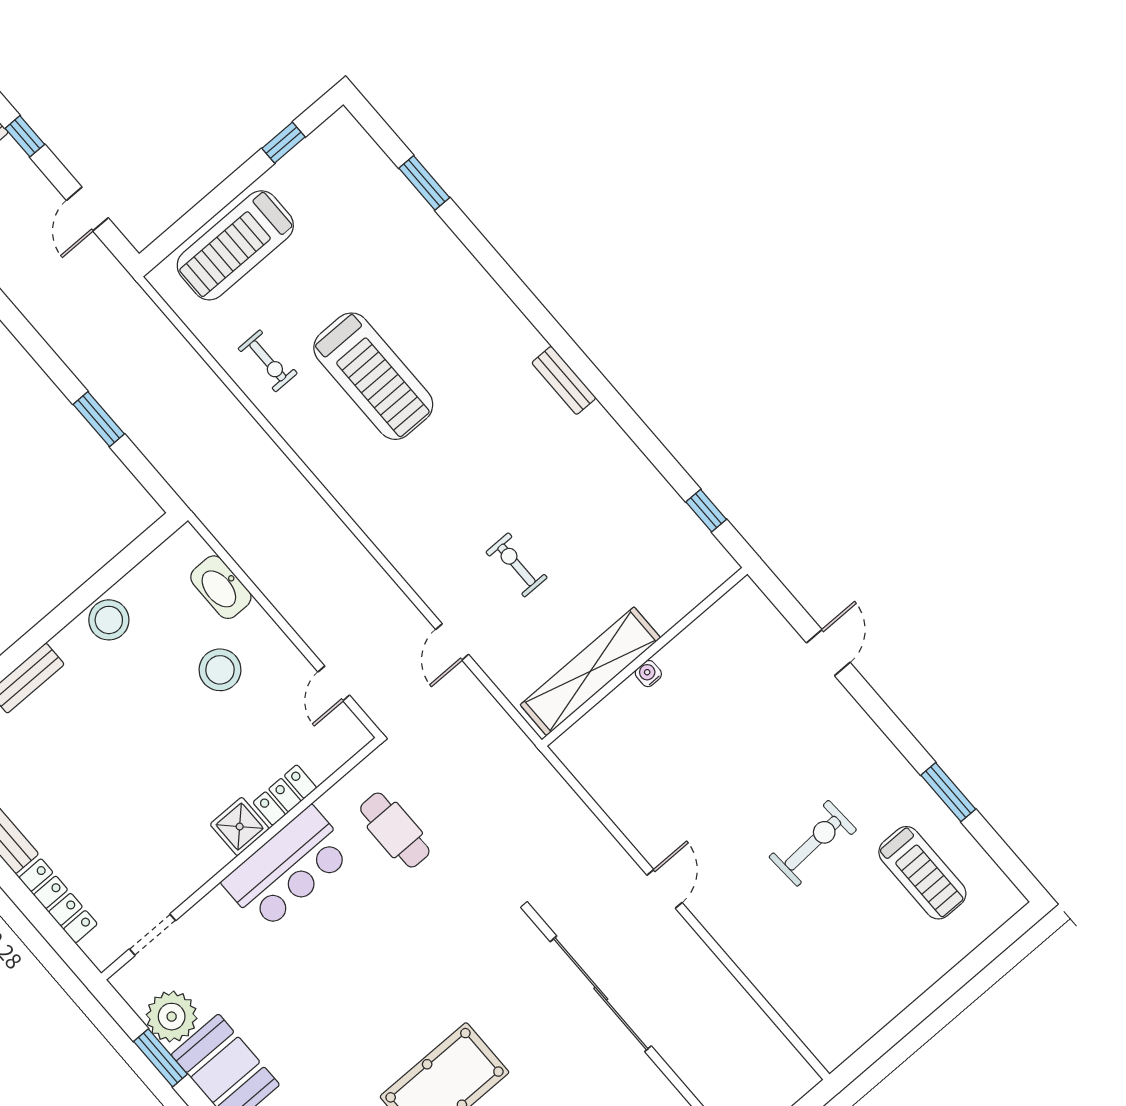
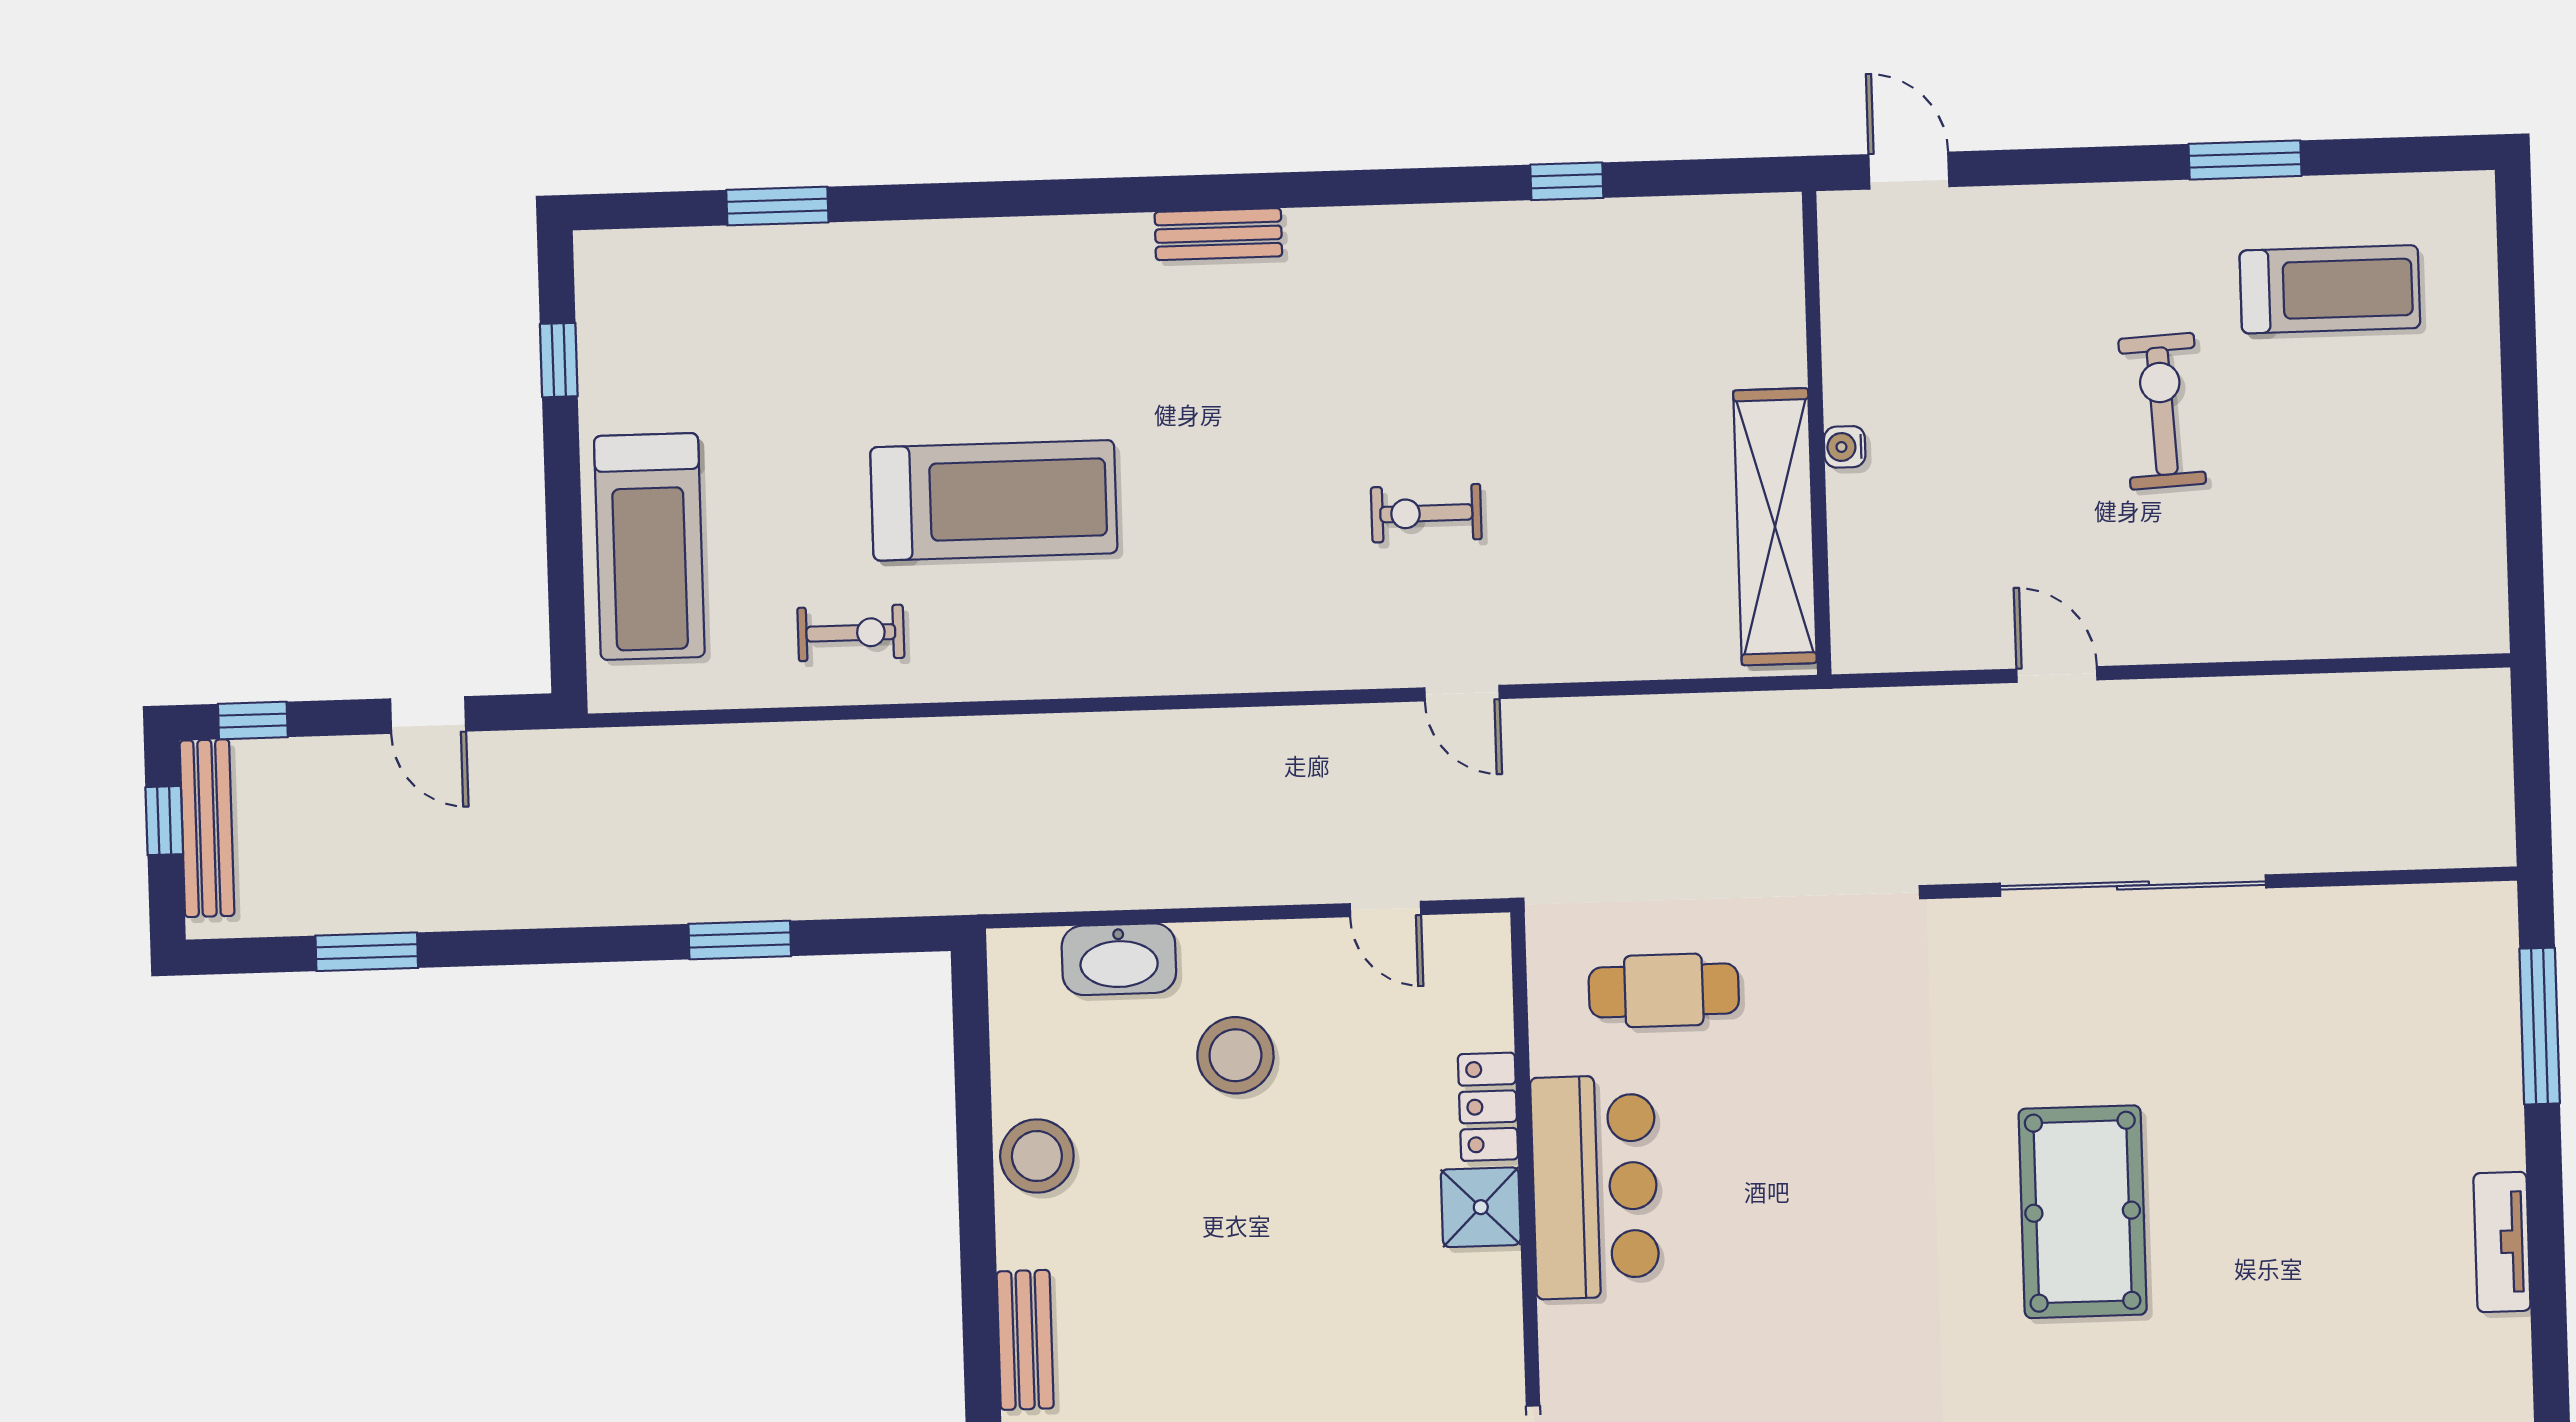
wall: (645, 657) -> (1817, 433), moved
shelving: (590, 671) -> (1775, 527), moved
water cooler: (648, 674) -> (1845, 447), moved

